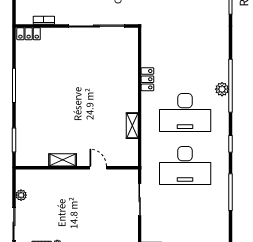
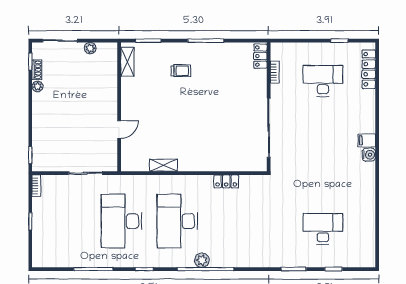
locker: (147, 79) -> (226, 181), moved
trolley: (43, 109) -> (181, 71), added
shelving: (63, 160) -> (127, 62), moved

